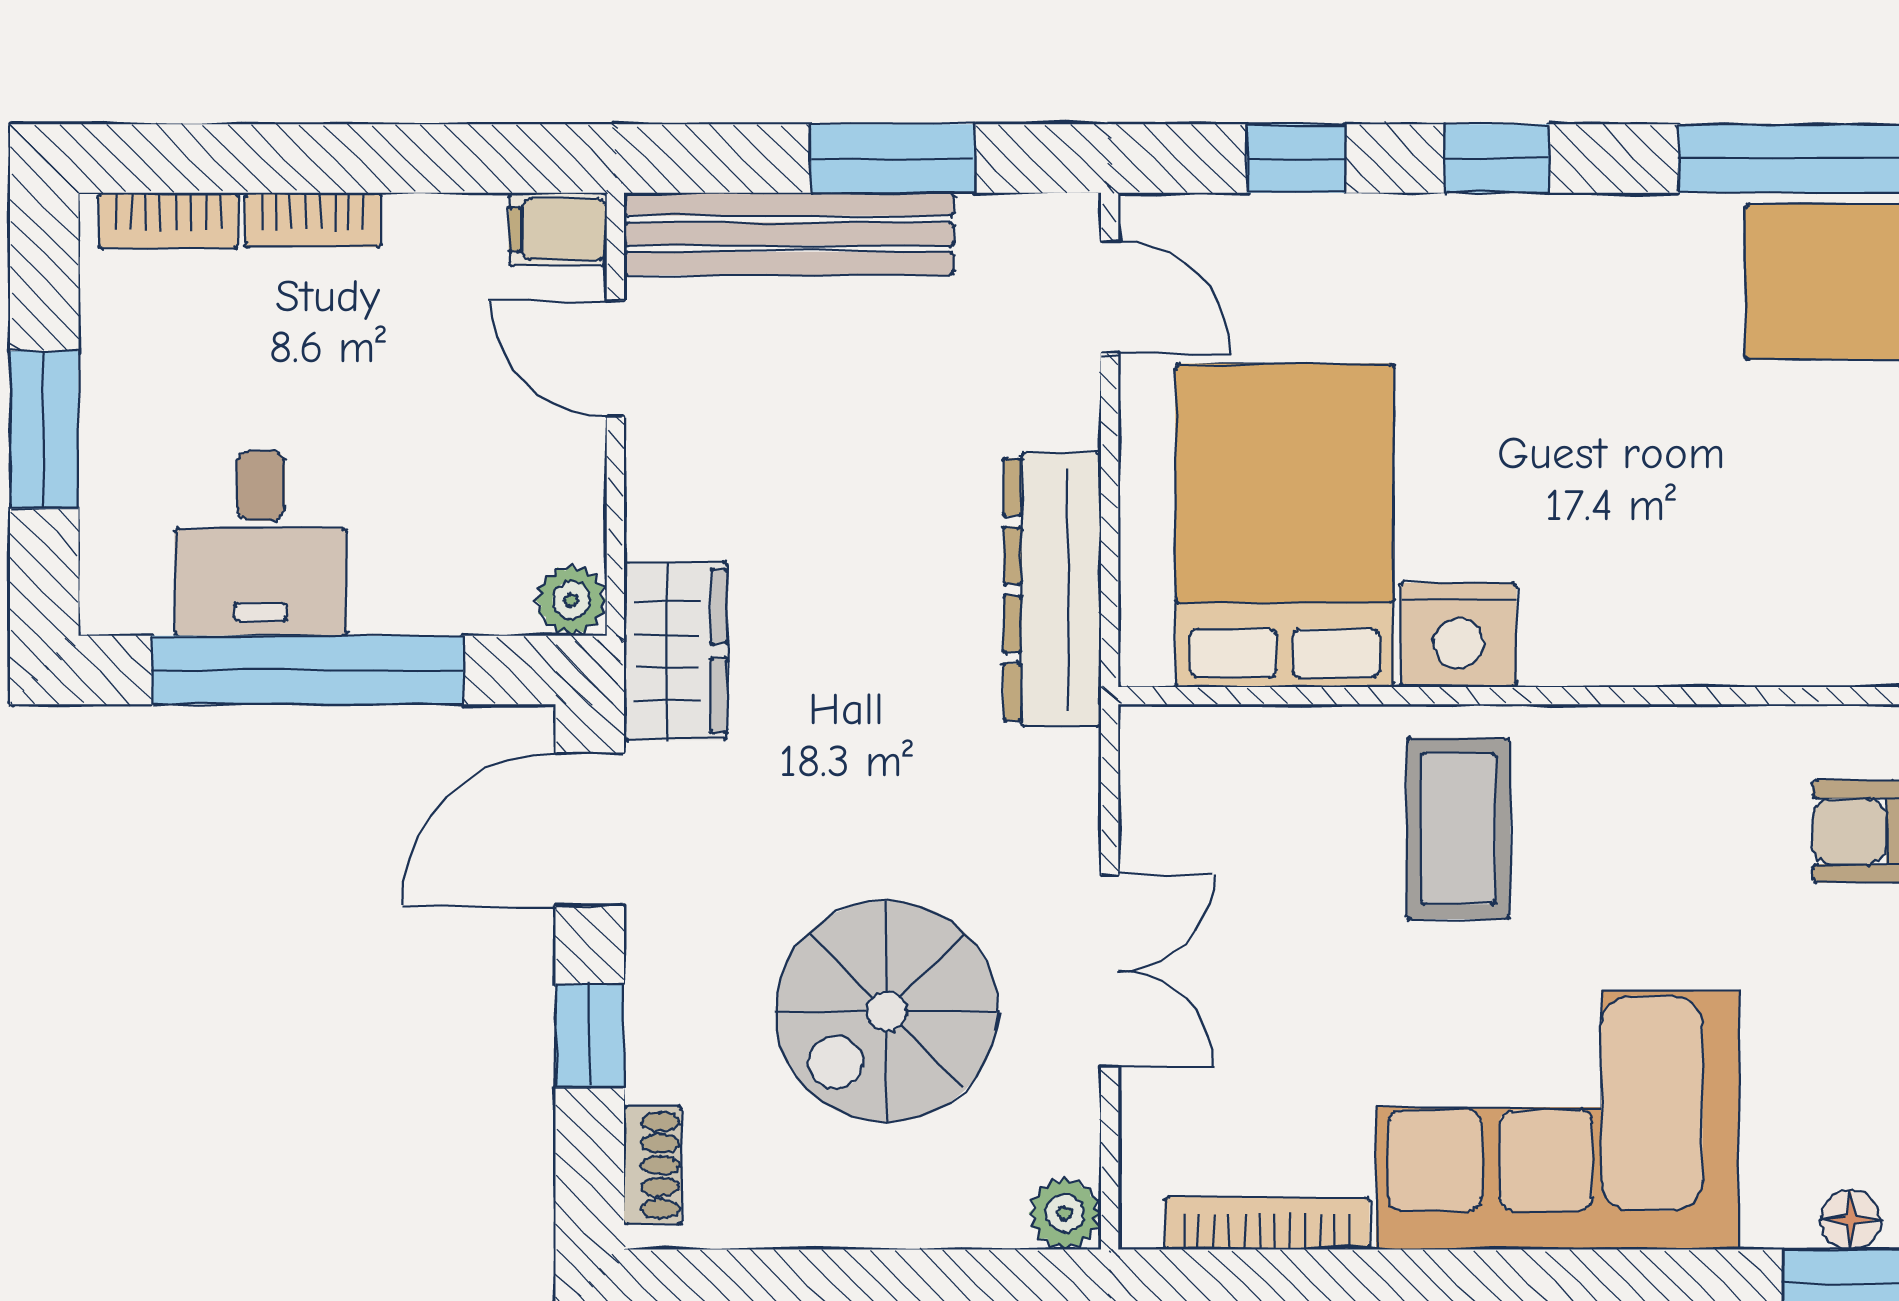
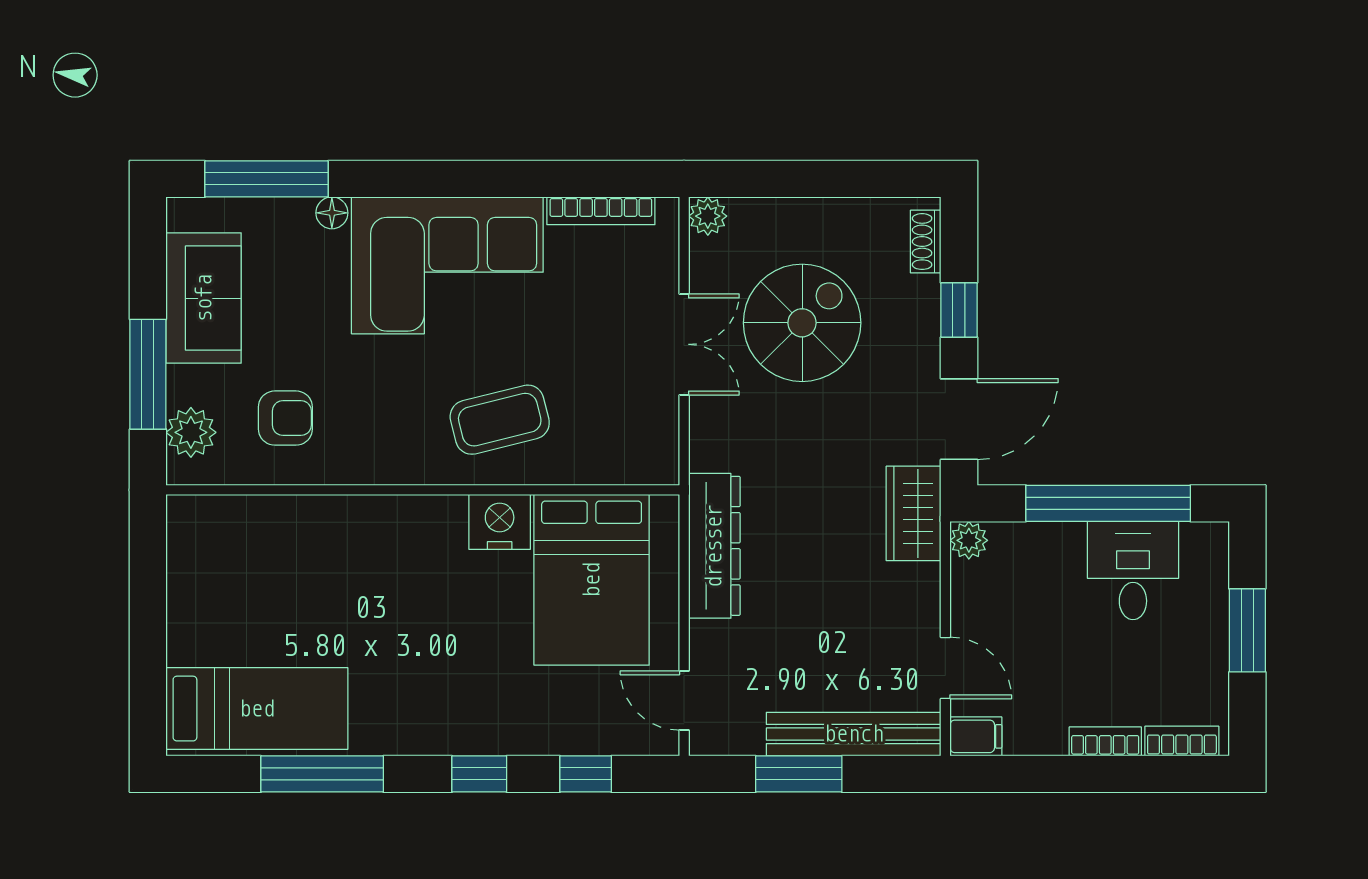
coffee table: (1458, 828) -> (500, 420), turned 76
double door: (1110, 970) -> (684, 344), swing flipped
floor lamp: (1851, 1219) -> (332, 213), moved

